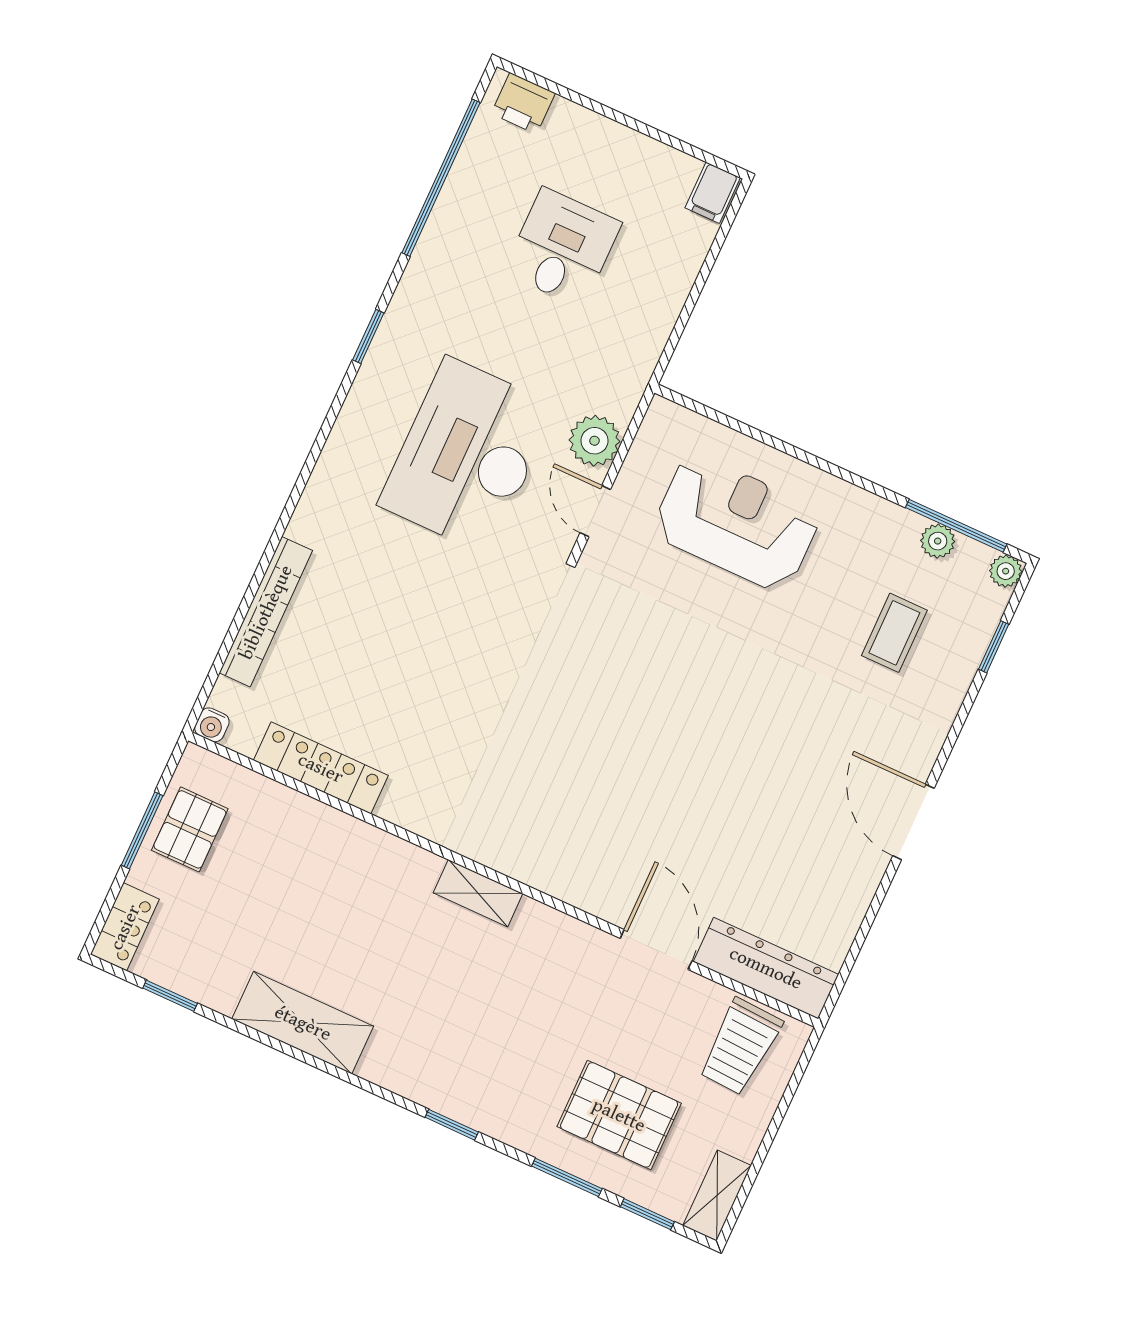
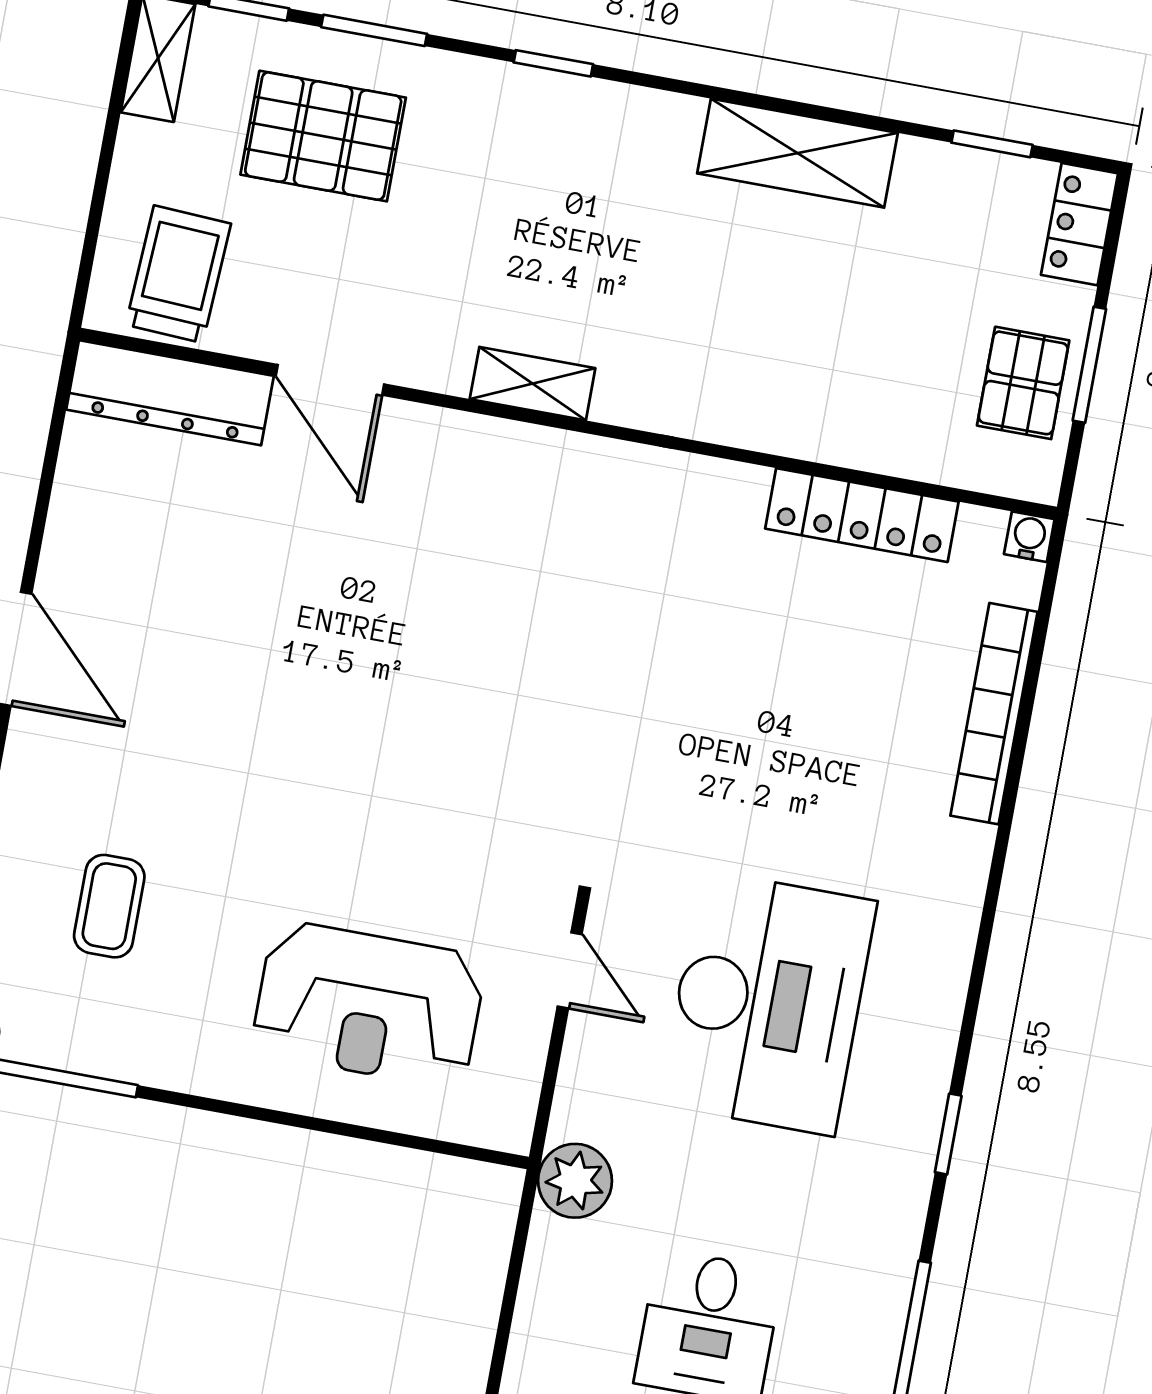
plant: (595, 441) -> (575, 1181), moved
plant: (938, 541) -> (81, 1050), removed
shelving: (478, 893) -> (533, 384), moved

